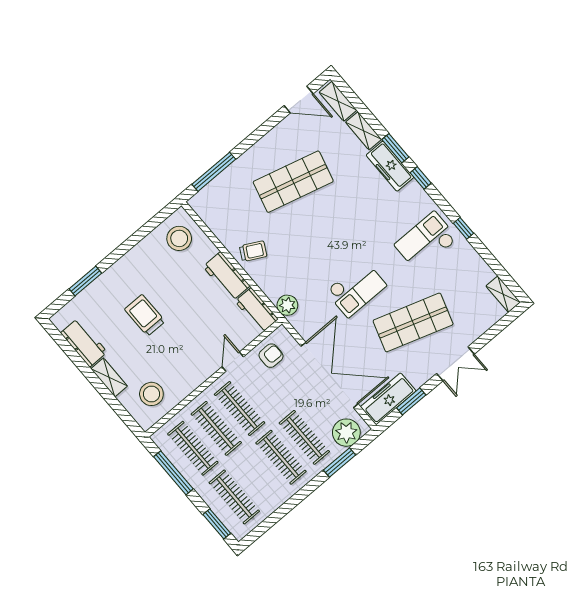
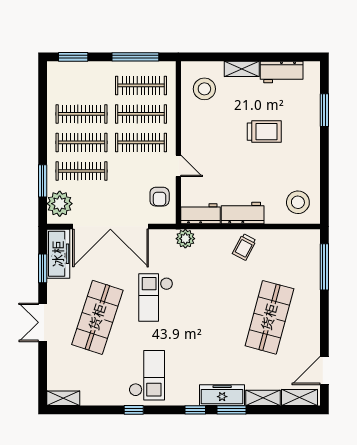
clothes rail: (234, 497) -> (82, 114), moved

